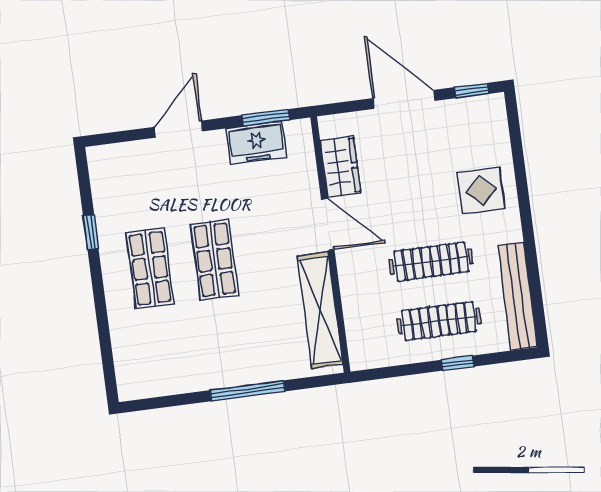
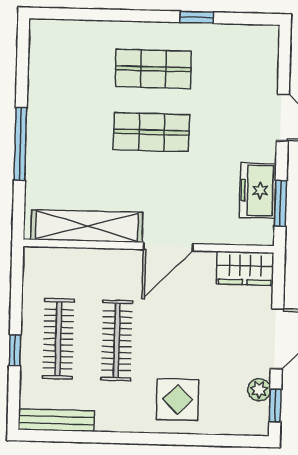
plant: (458, 109) -> (259, 390), added
wardrobe: (341, 167) -> (245, 268), moved
bench: (518, 296) -> (56, 420), width x0.73, depth x0.82

